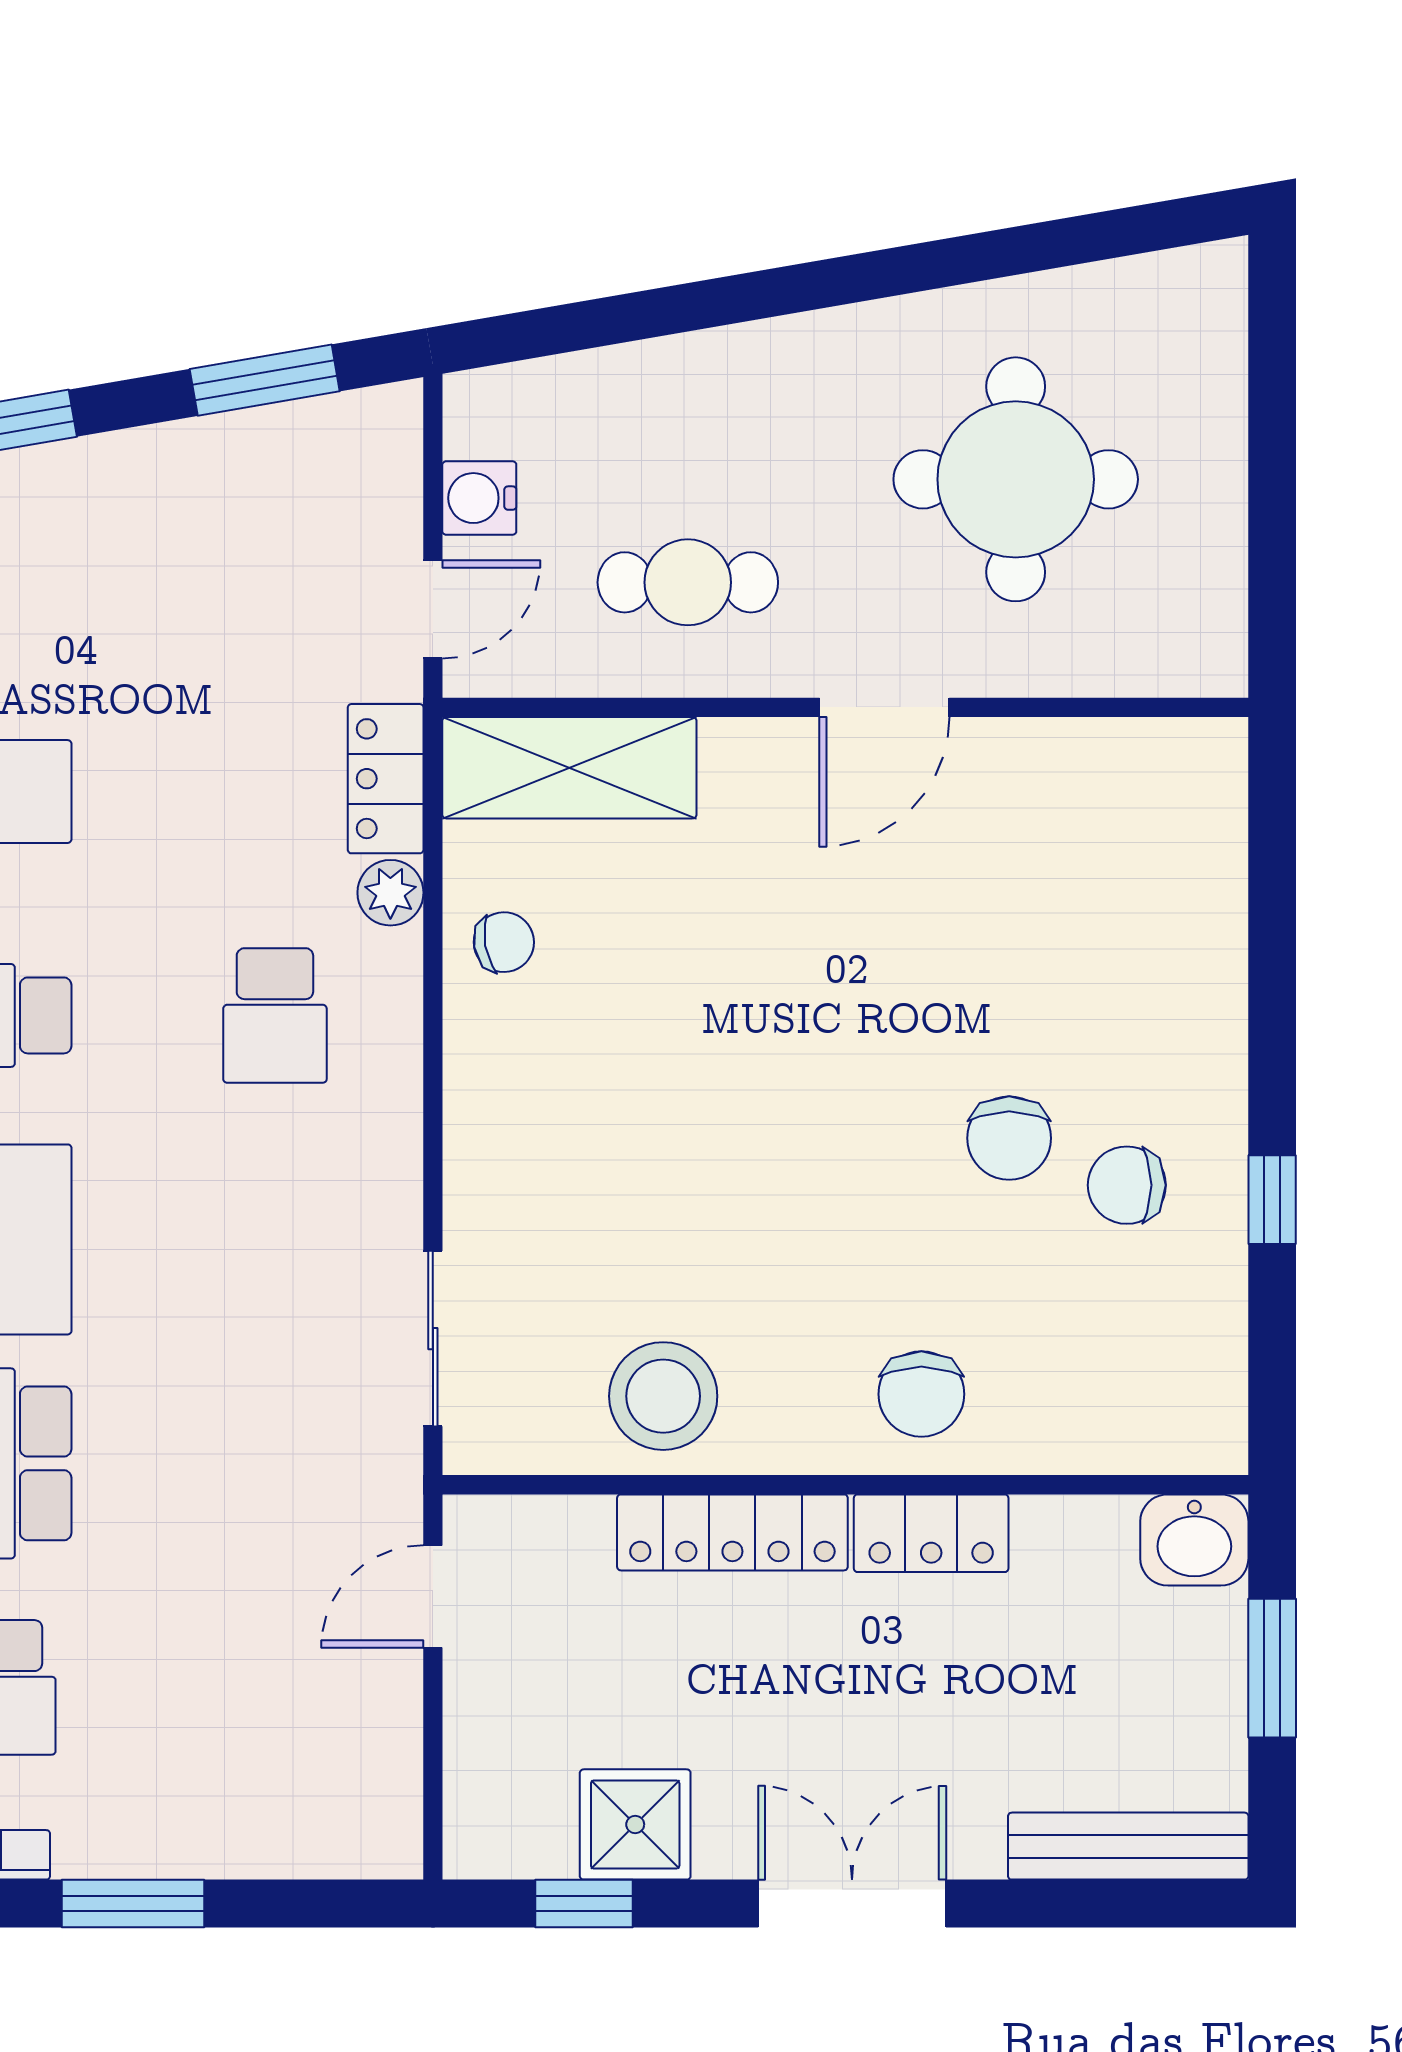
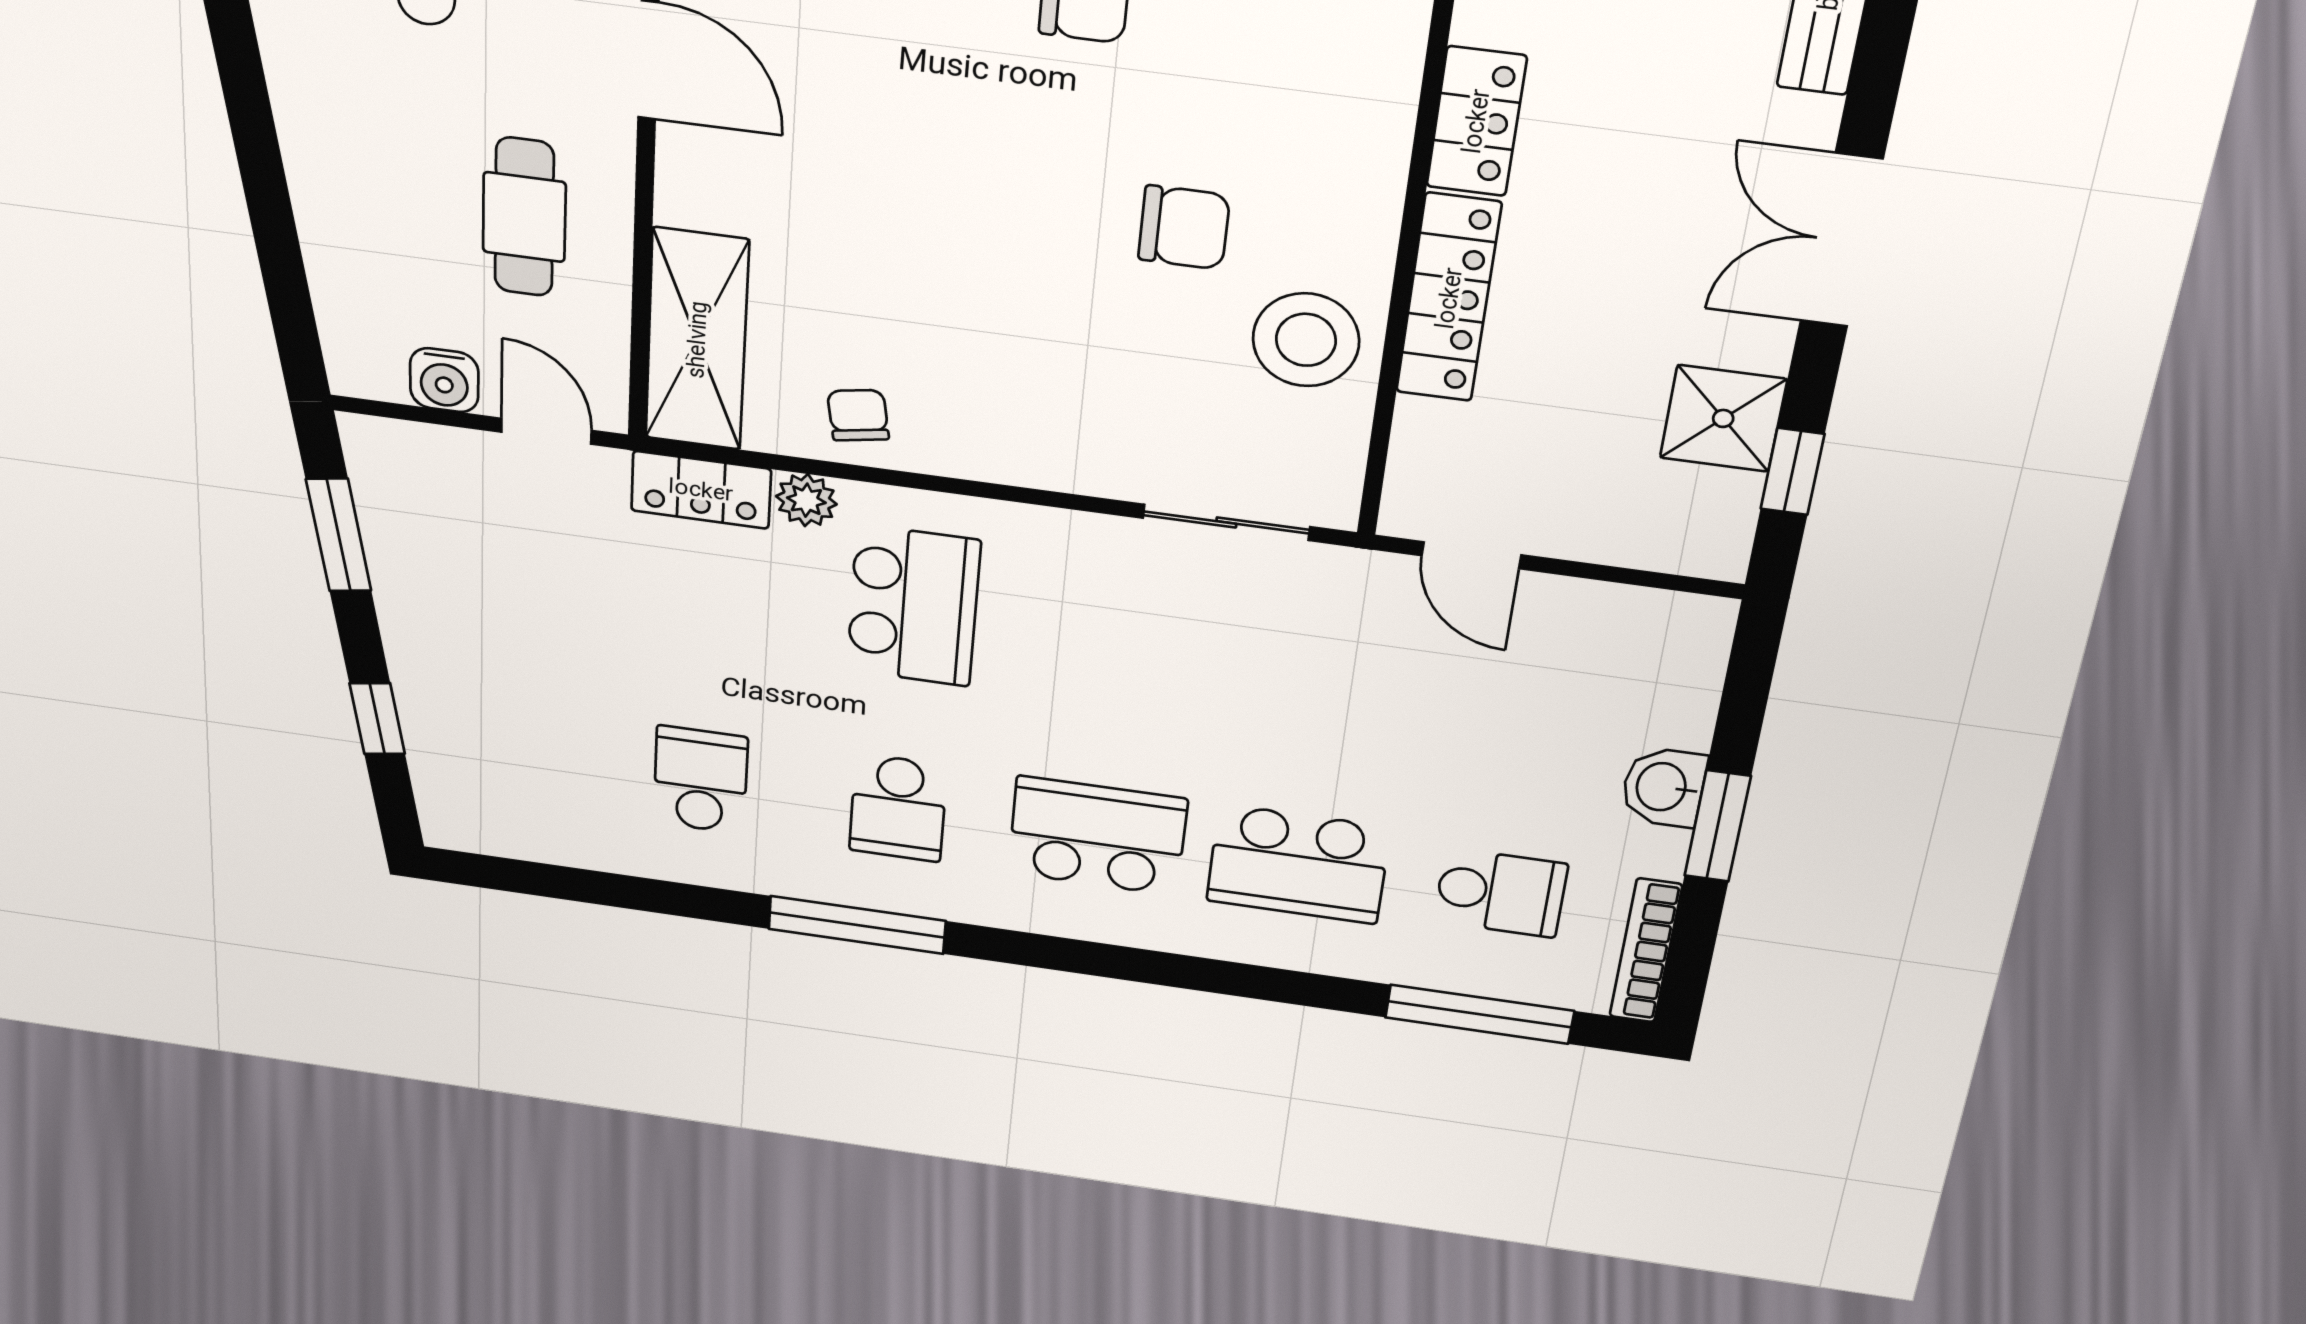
school desk: (275, 1015) -> (913, 606), width x1.85
chair: (921, 1394) -> (1184, 227), moved
washbasin: (174, 1839) -> (1663, 787), added

